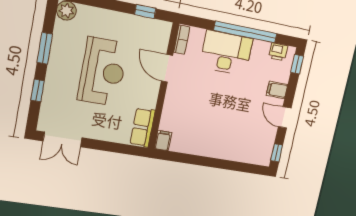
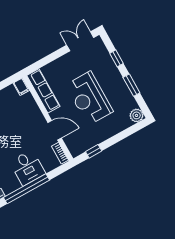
desk: (226, 53) -> (28, 168), width x0.73
row of seats: (143, 128) -> (43, 91), width x1.48

